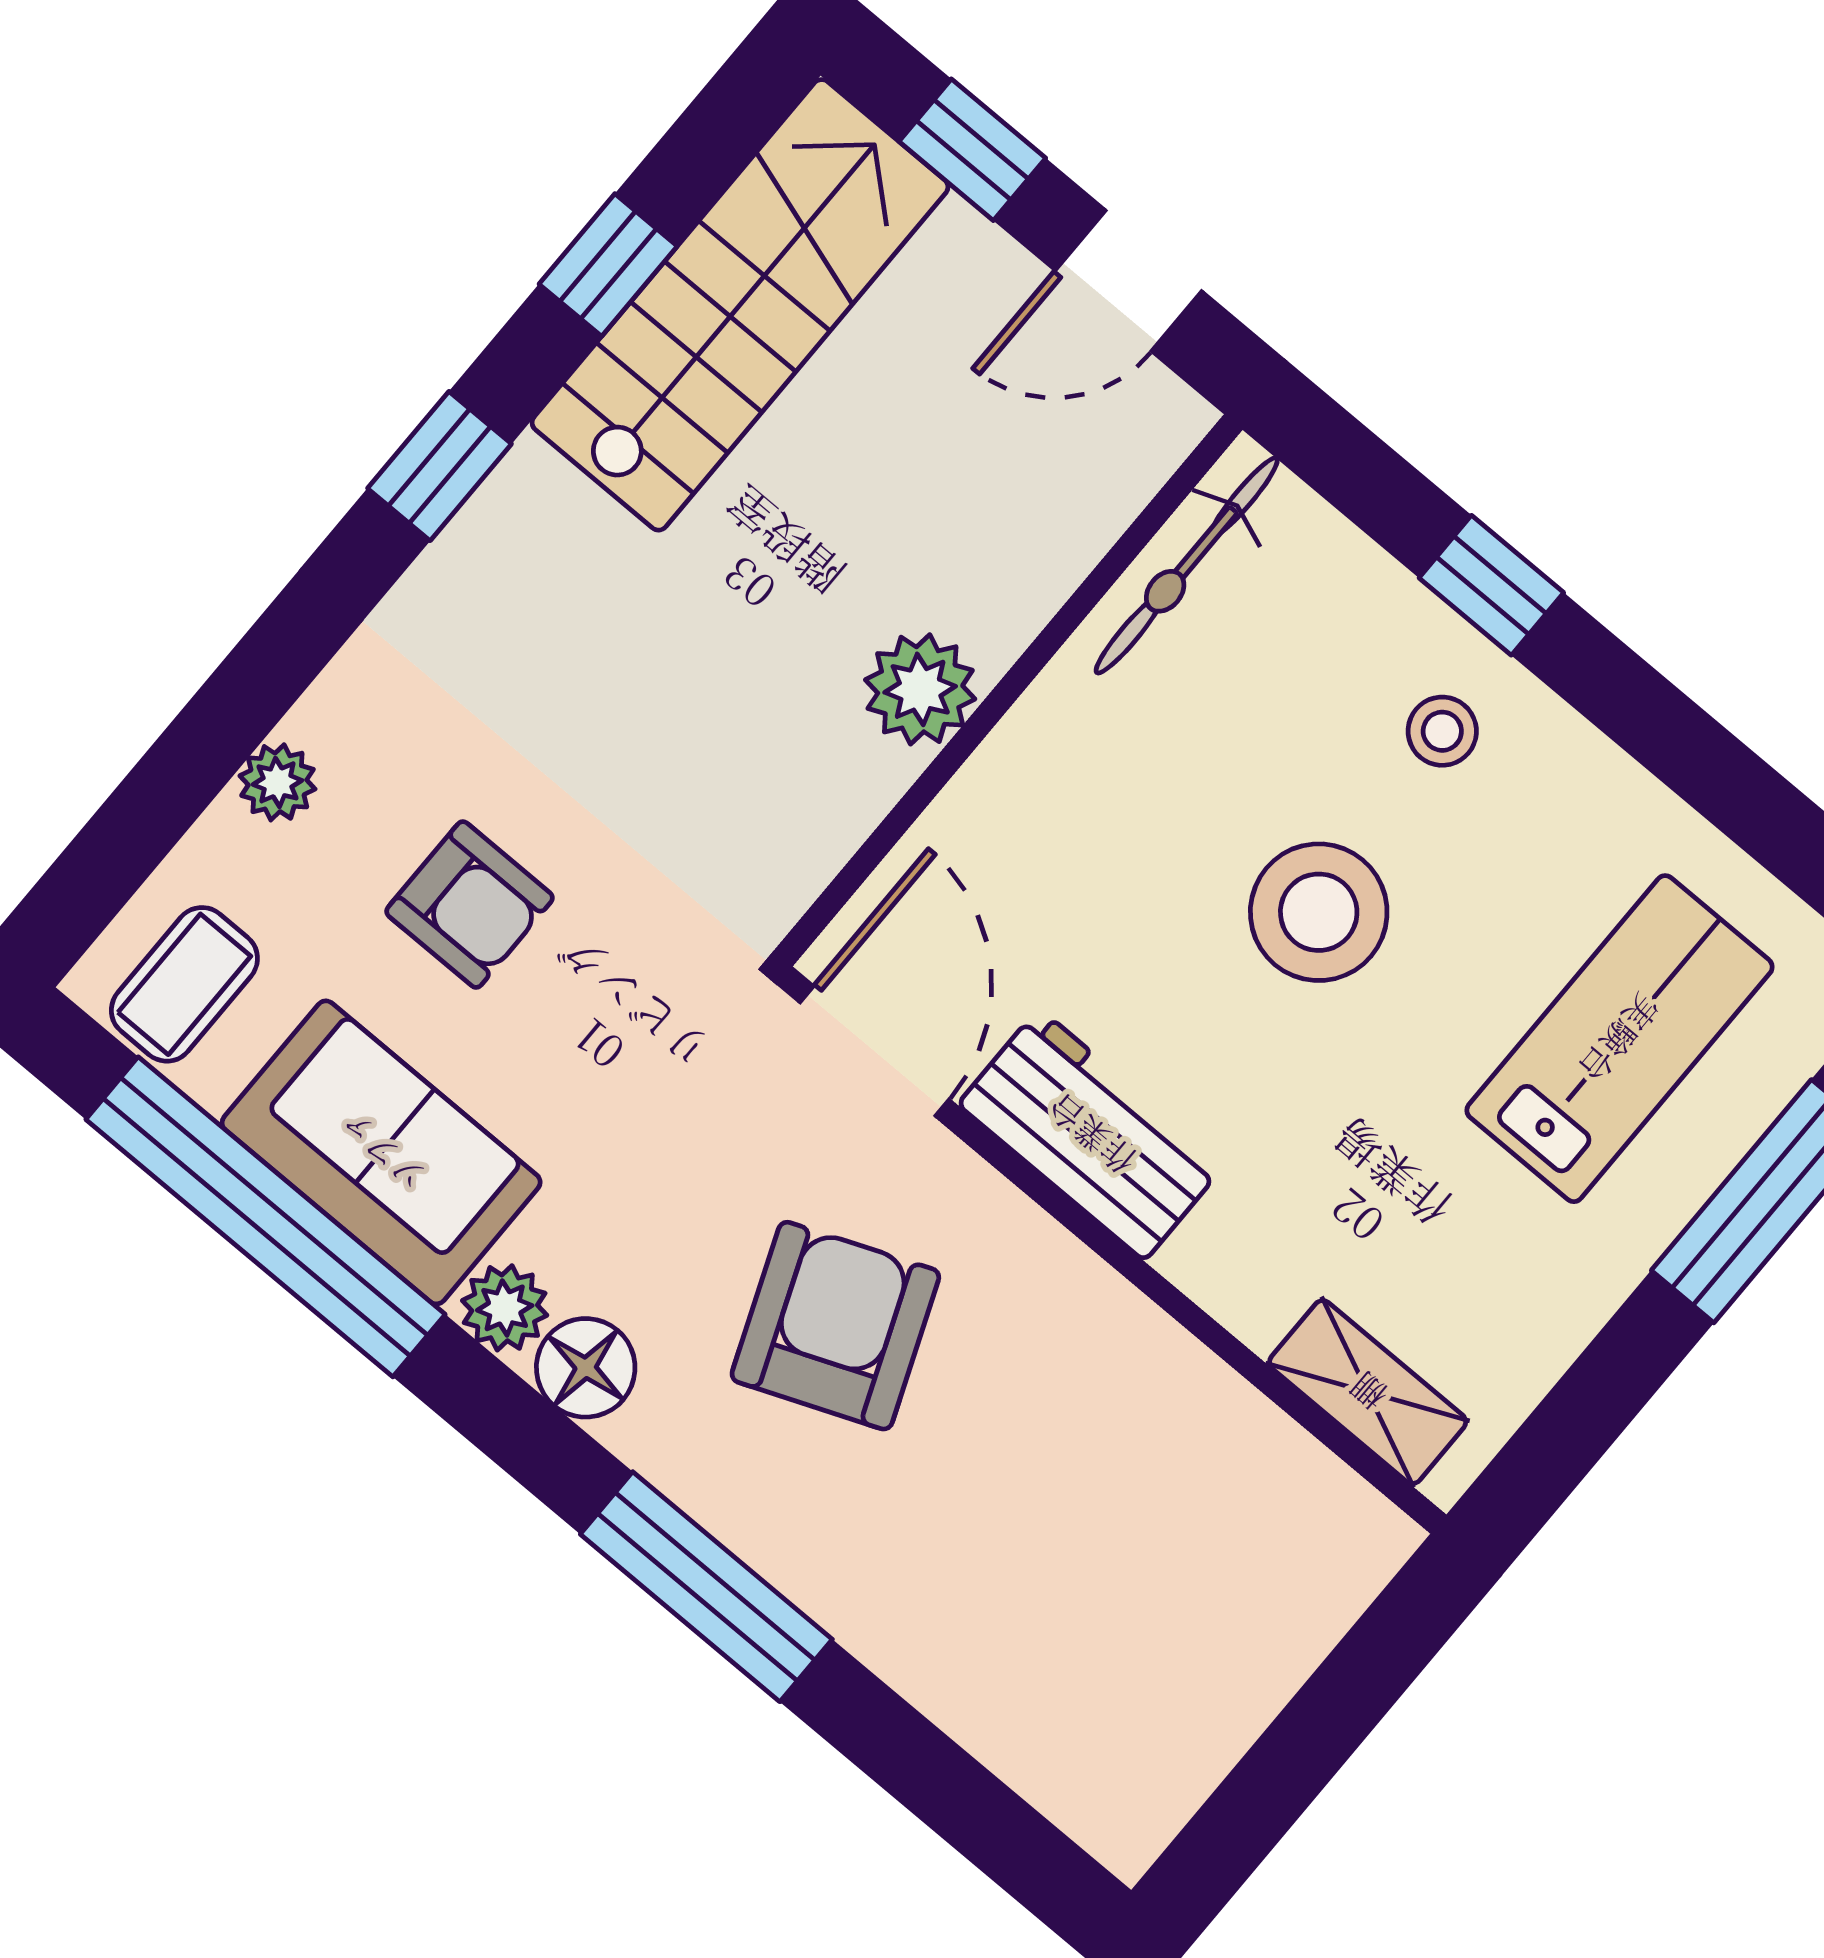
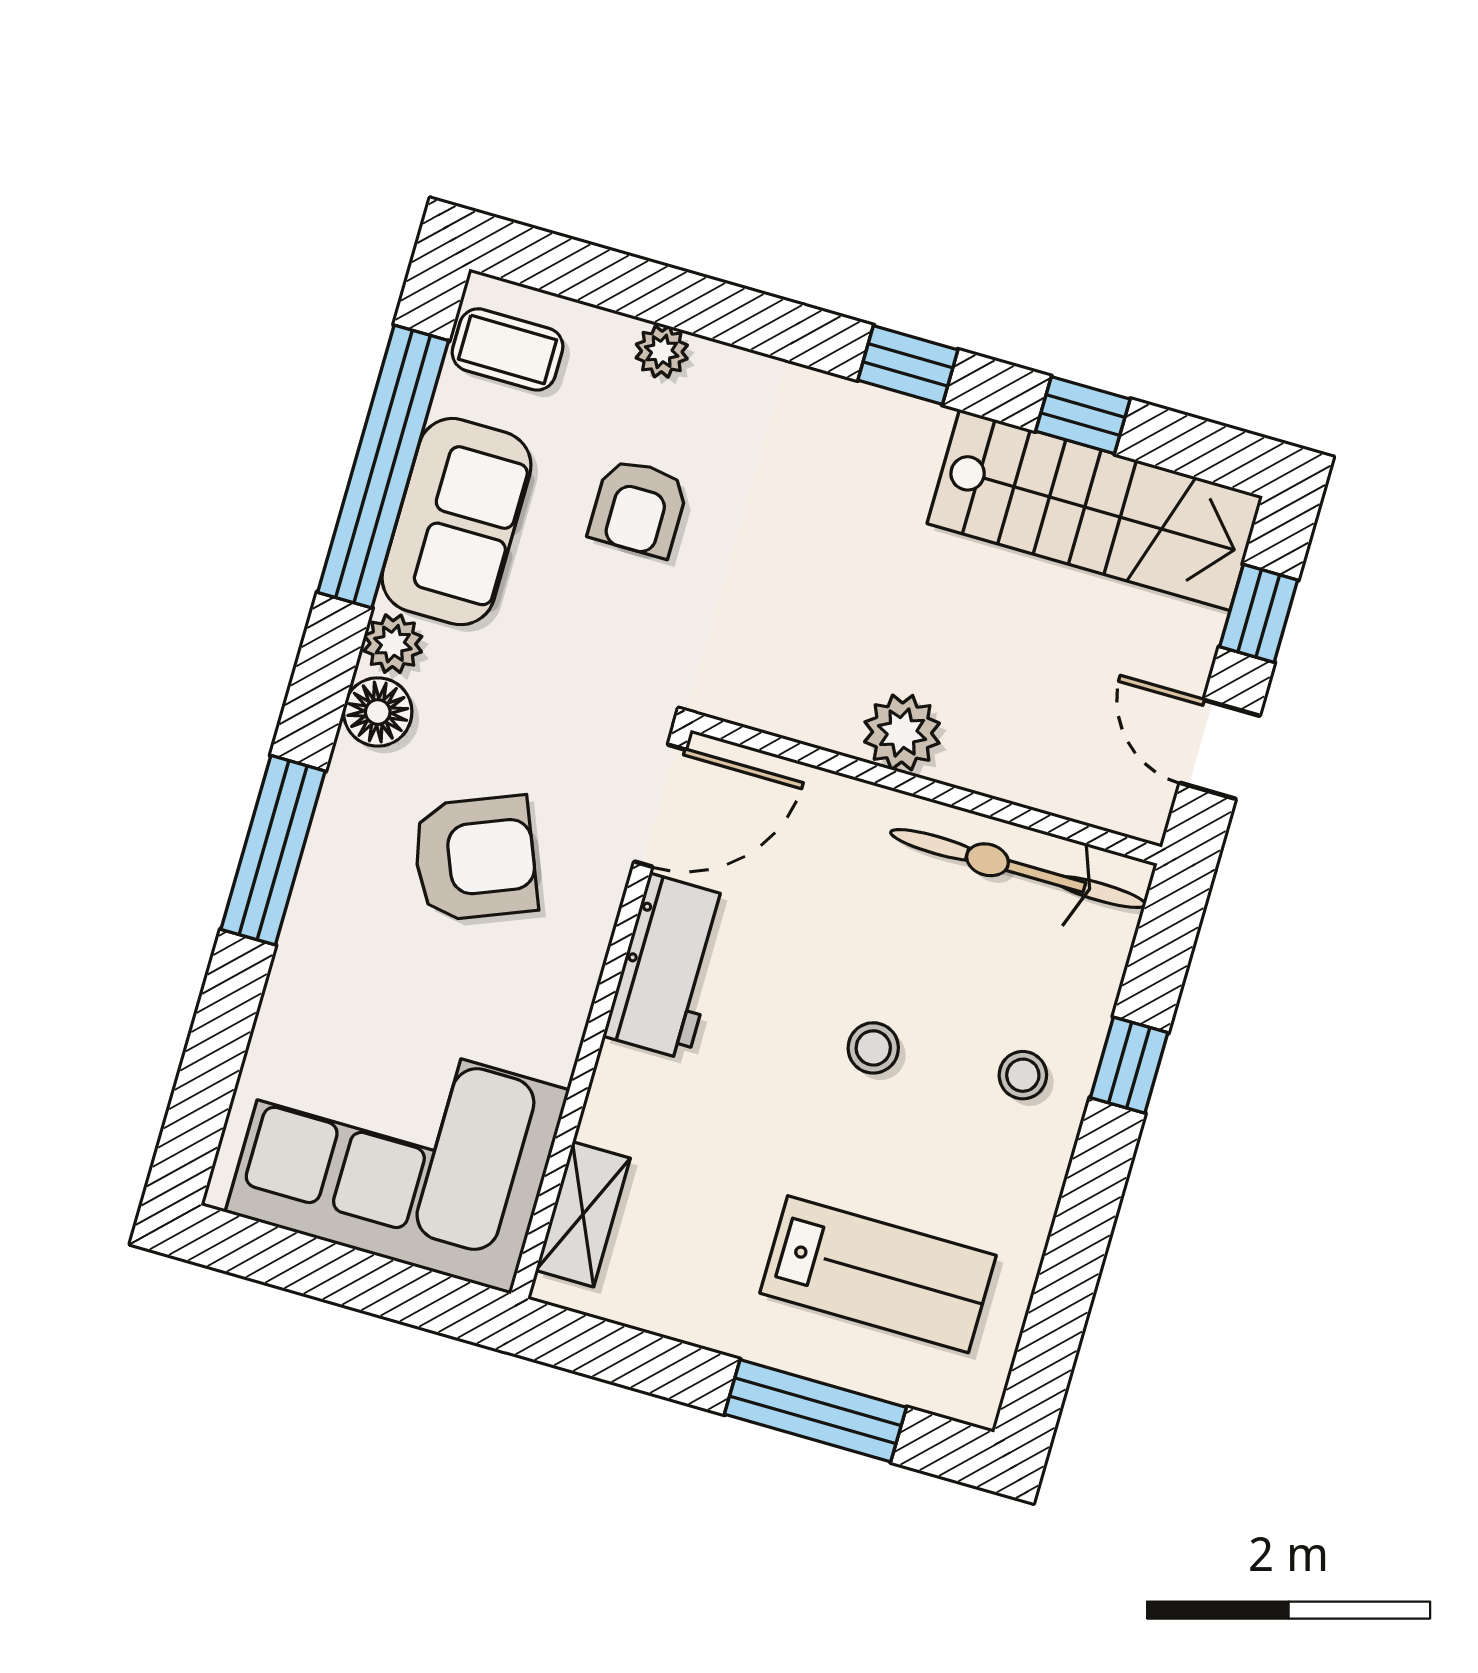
bicycle: (1187, 566) -> (1018, 869), width x1.37, depth x1.40
stool: (1319, 912) -> (873, 1048), width x0.53, depth x0.53
corner sofa: (1175, 1599) -> (397, 1151), added

